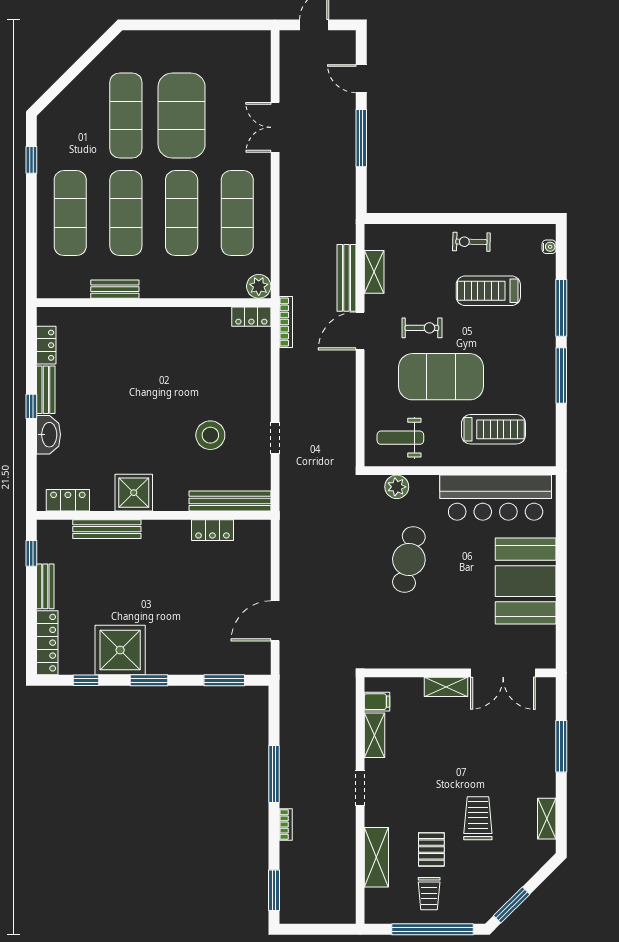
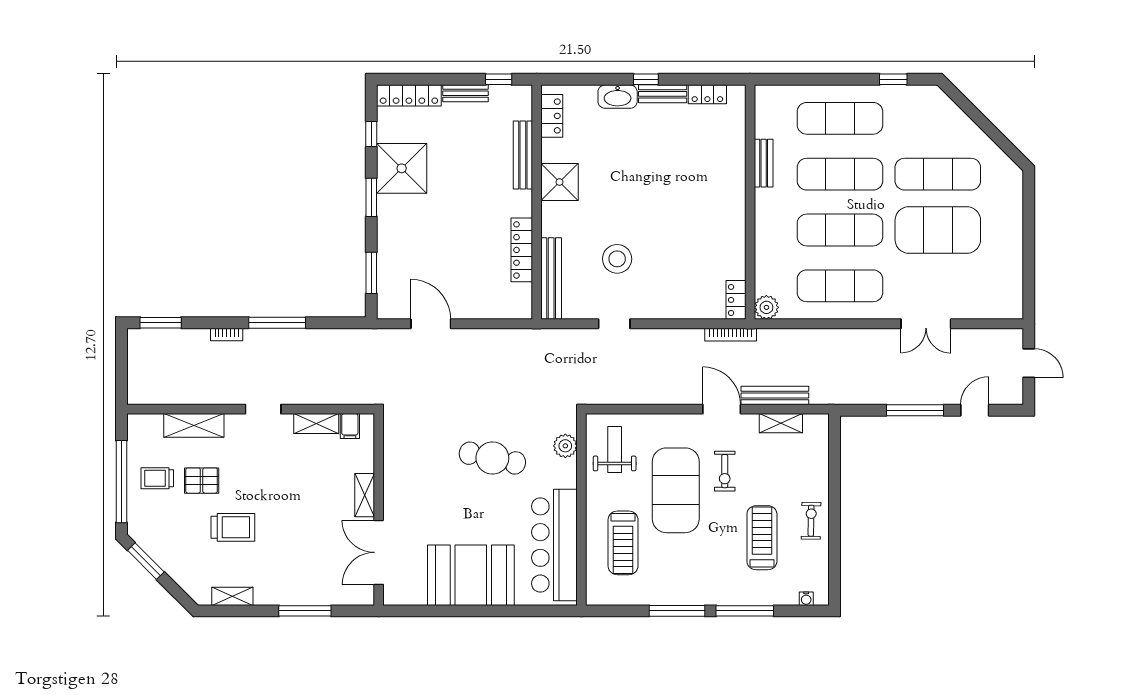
double door: (275, 127) -> (926, 324), swing flipped
locker: (212, 530) -> (522, 250), width x1.53

